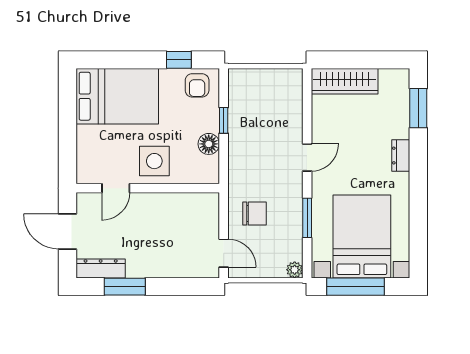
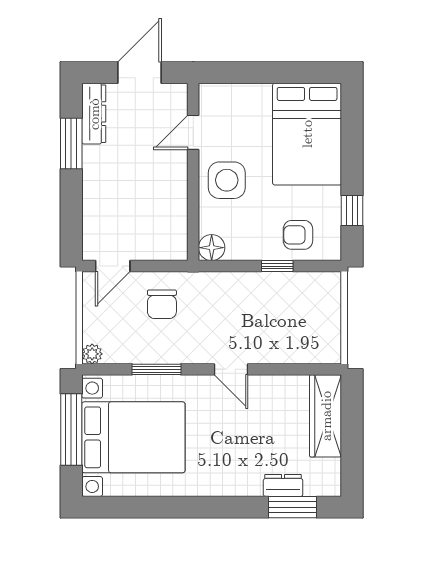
armchair: (197, 85) -> (298, 235), moved
floor lamp: (209, 144) -> (212, 248), moved
dresser: (401, 156) -> (283, 485), moved
door: (116, 188) -> (193, 132), hinge flipped

